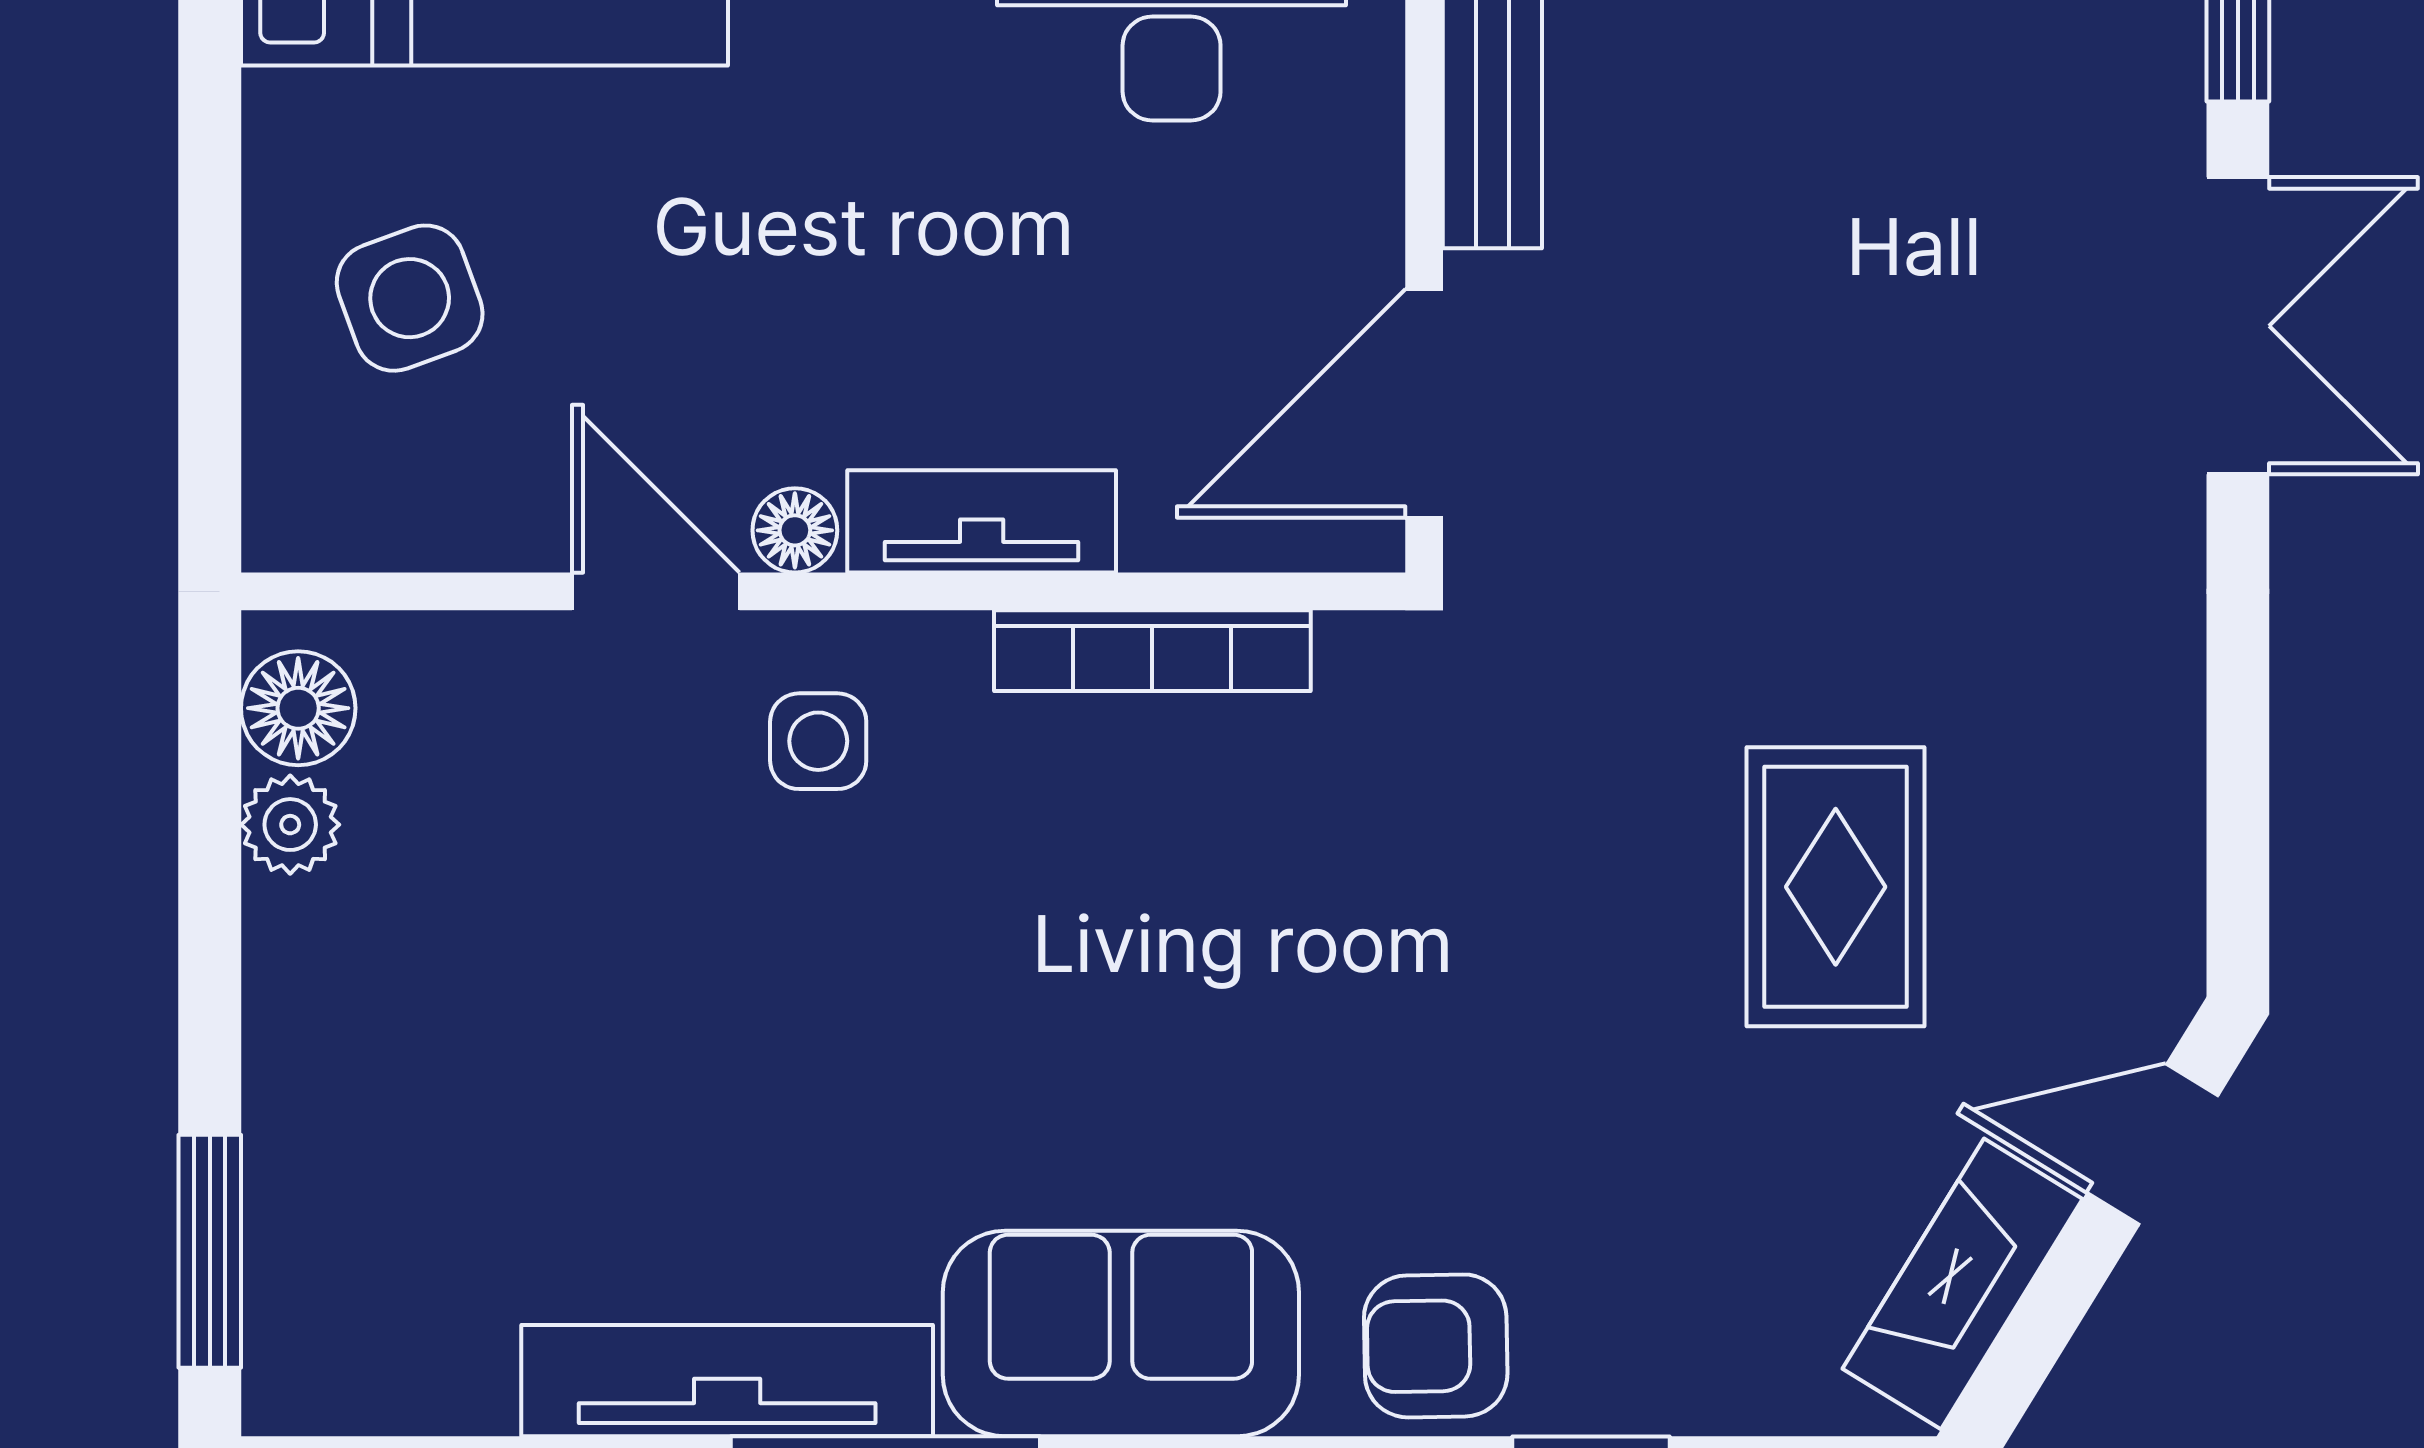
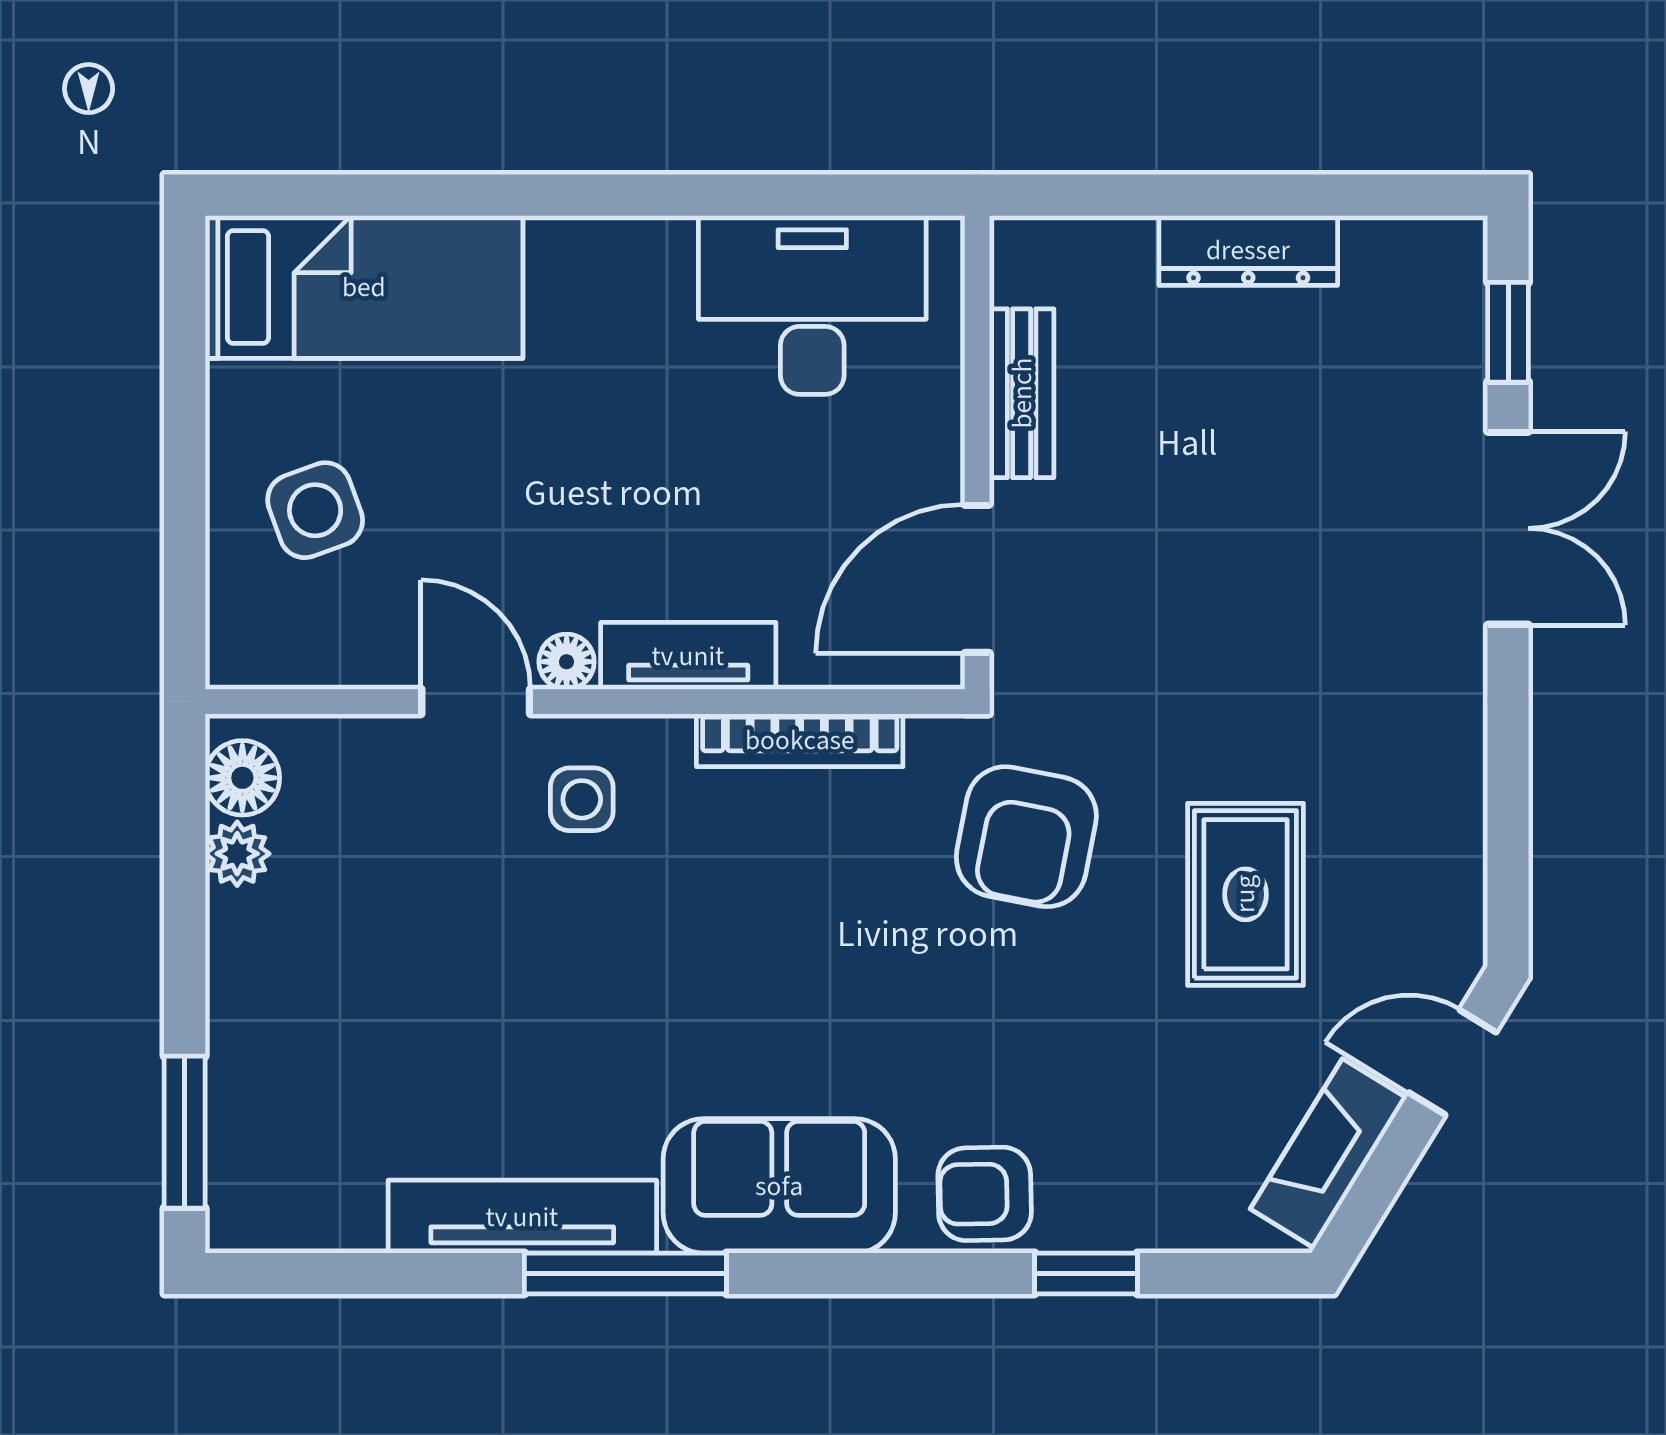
armchair: (1500, 798) -> (1026, 837), added

